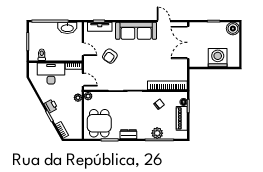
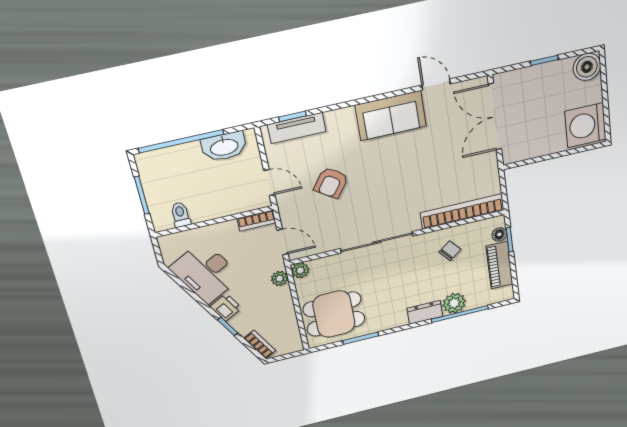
sofa: (136, 31) -> (391, 116), width x0.73
washing machine: (218, 58) -> (585, 125), moved, turned -90
desk: (51, 73) -> (206, 272), moved, turned -119
dining table: (99, 123) -> (334, 314), turned 90
dresser: (128, 134) -> (425, 312), moved

